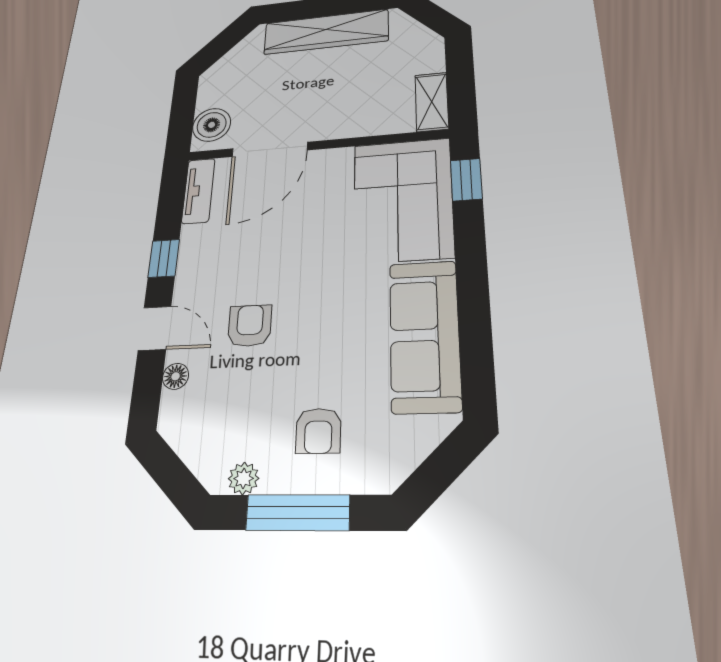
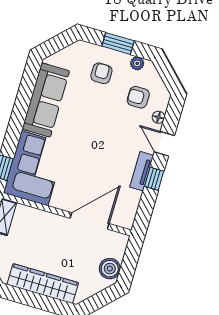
boiler: (212, 125) -> (110, 269), moved
tv unit: (198, 191) -> (142, 171), moved
armchair: (250, 326) -> (138, 97), moved, turned 90
window: (298, 513) -> (118, 43), width x0.69

